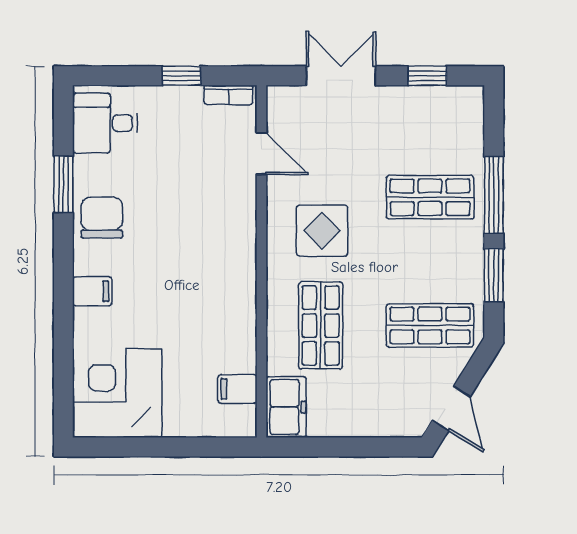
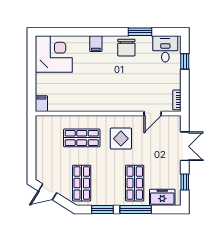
window: (181, 76) -> (185, 61), moved
chair: (102, 218) -> (126, 48), turned 90
filing cabinet: (237, 389) -> (41, 104), moved
freezer: (286, 407) -> (162, 197), moved, turned 180

